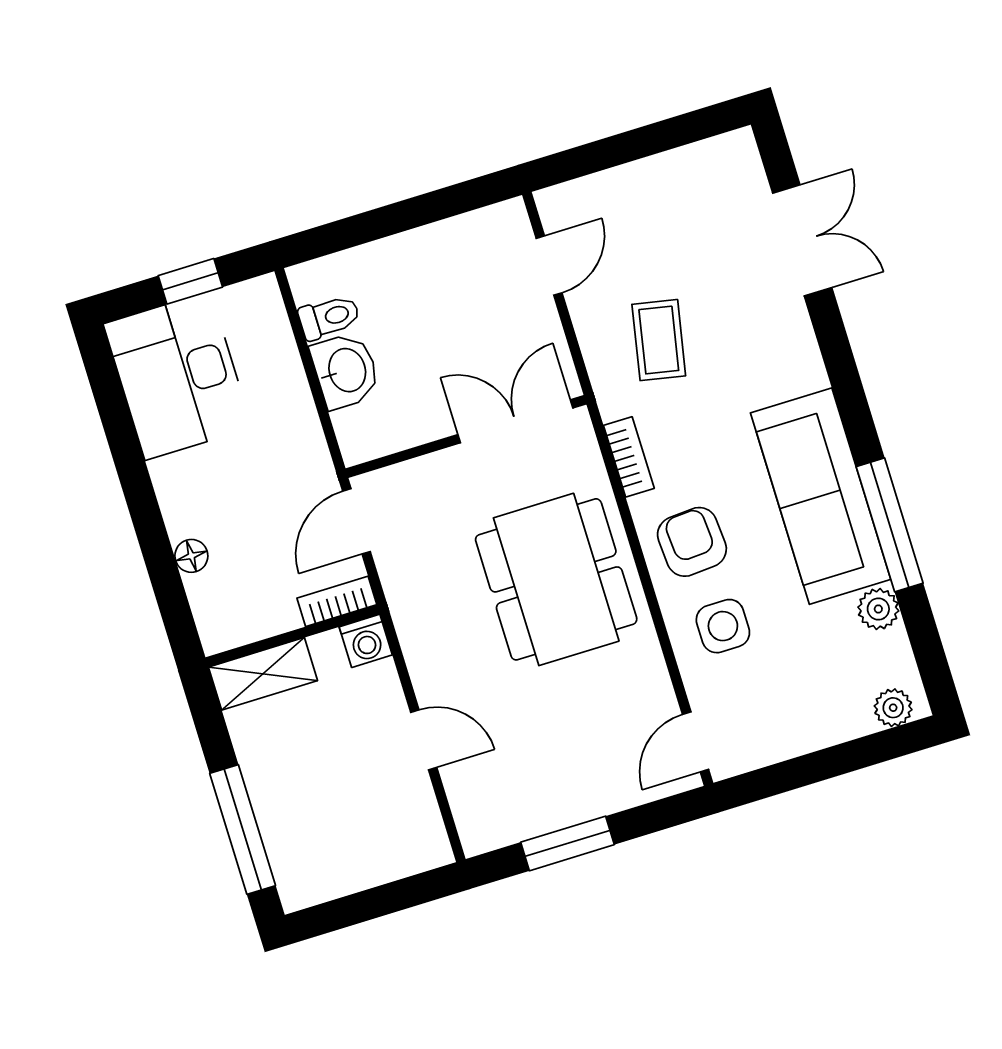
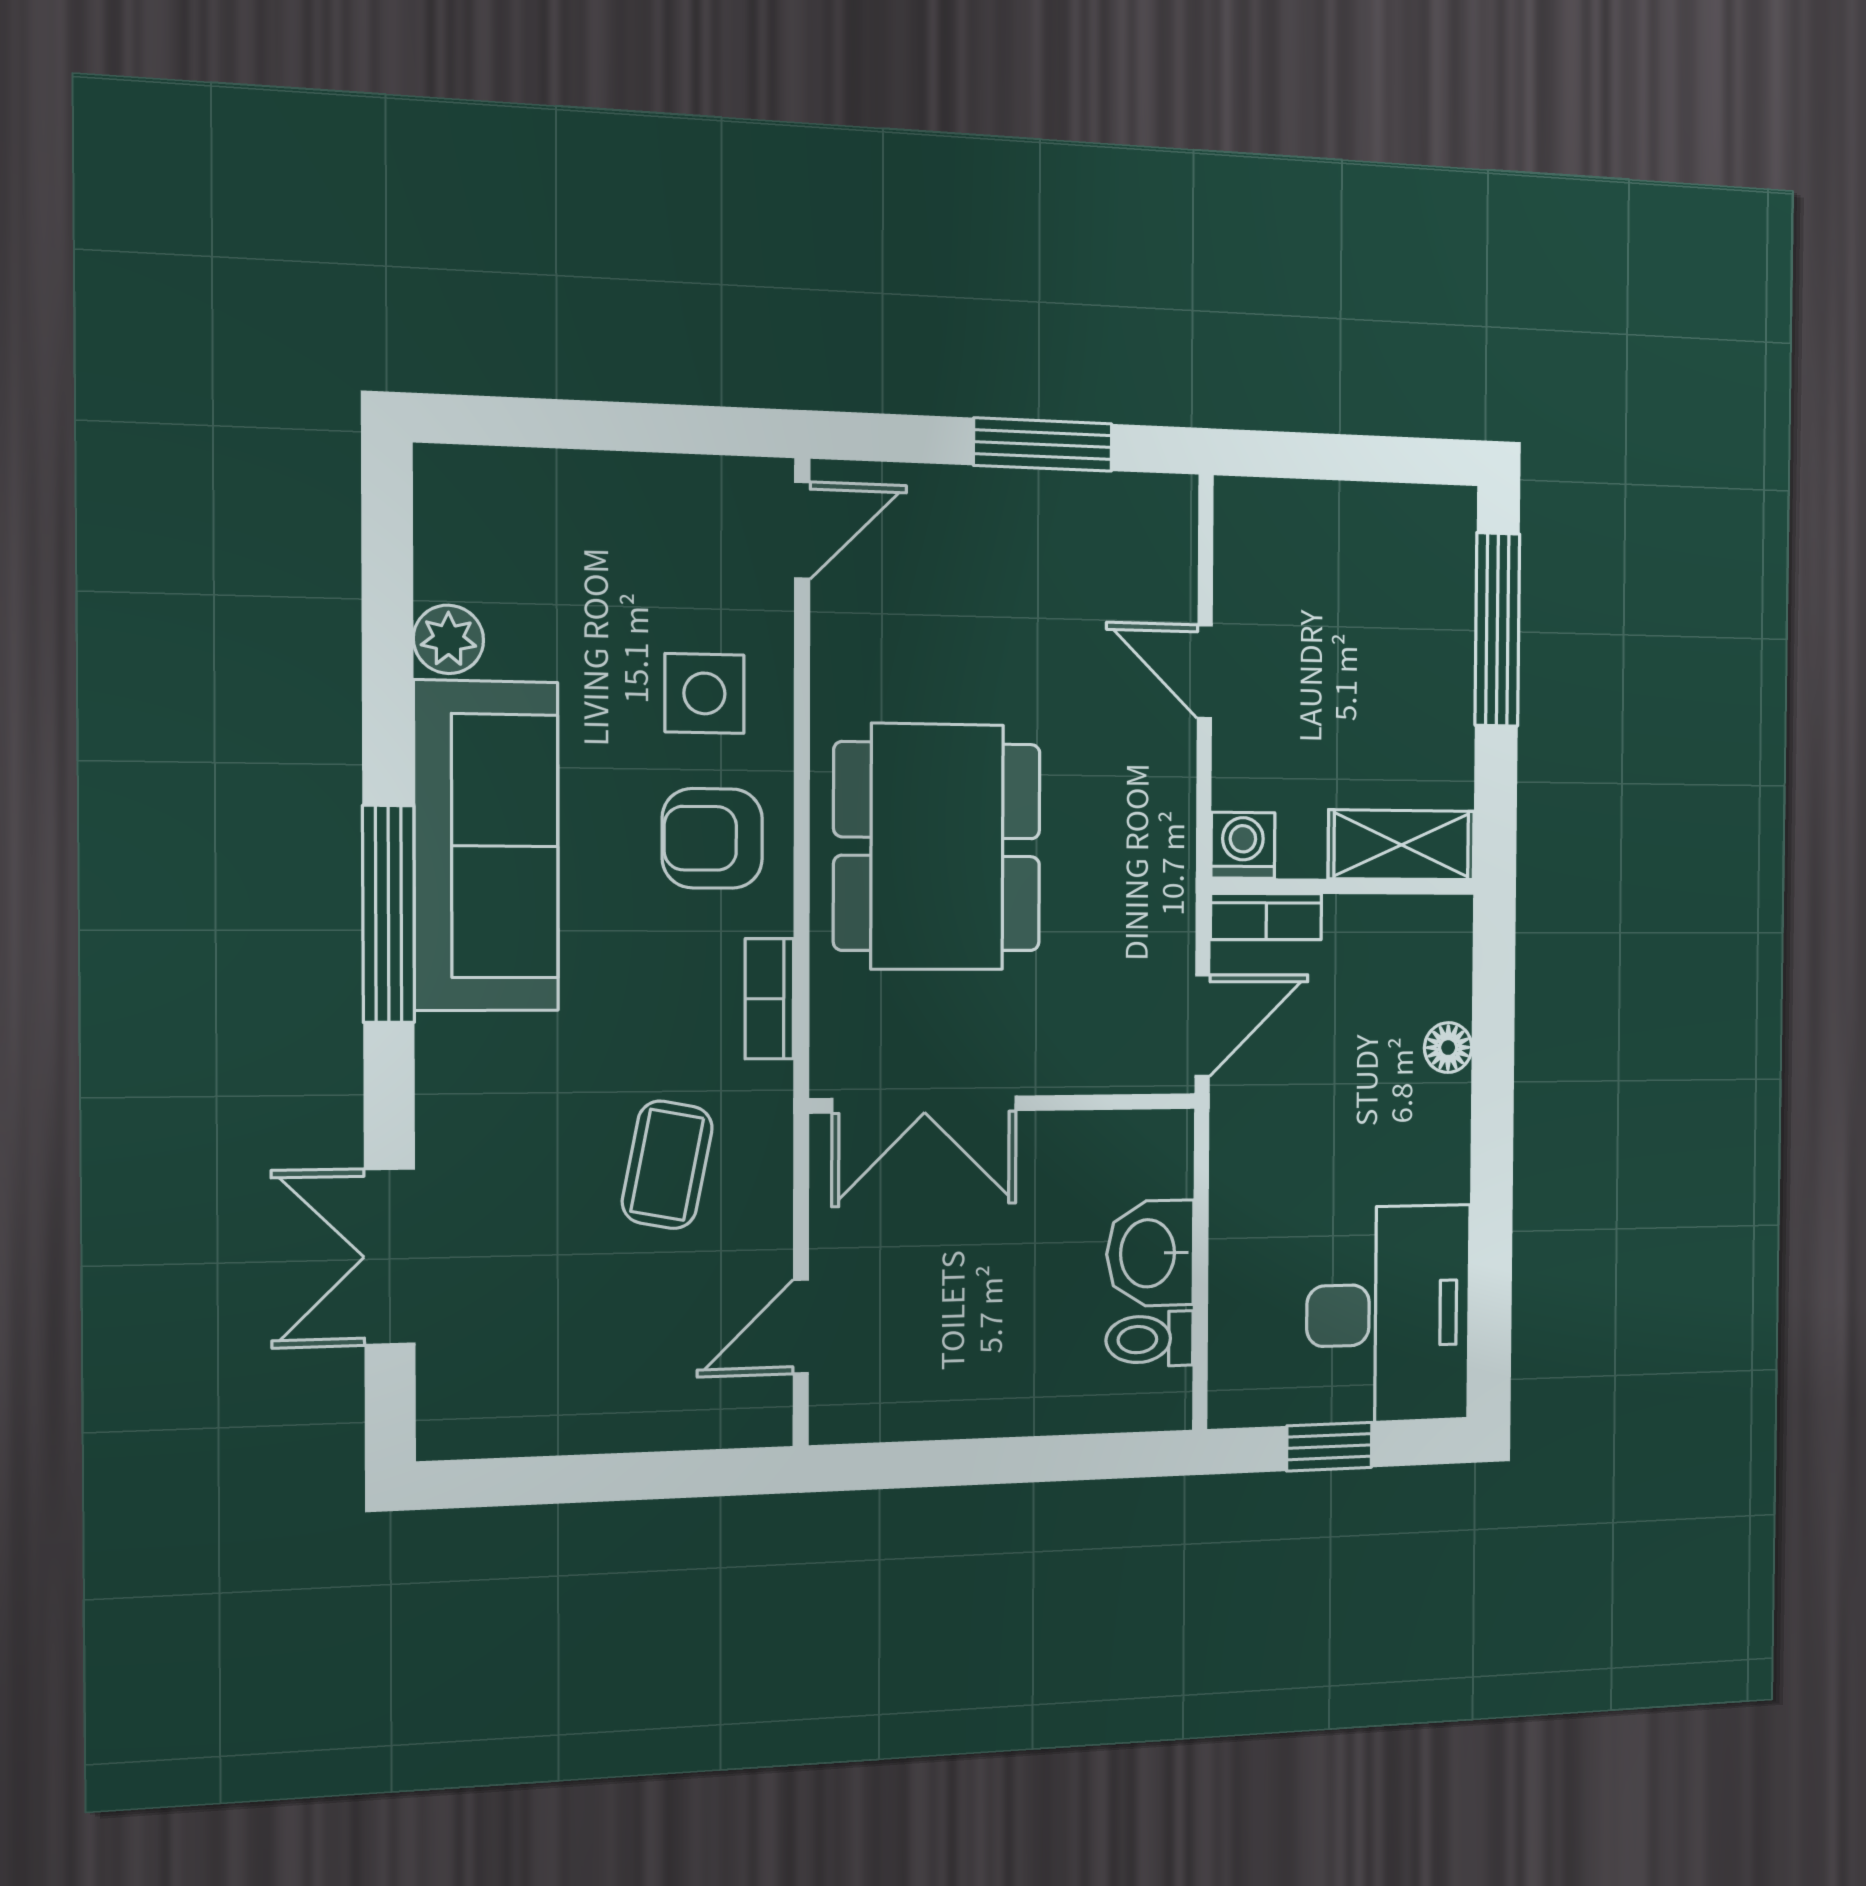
window: (890, 525) -> (389, 914), moved
armchair: (692, 542) -> (712, 838), turned 94
plant: (893, 708) -> (473, 477), removed

